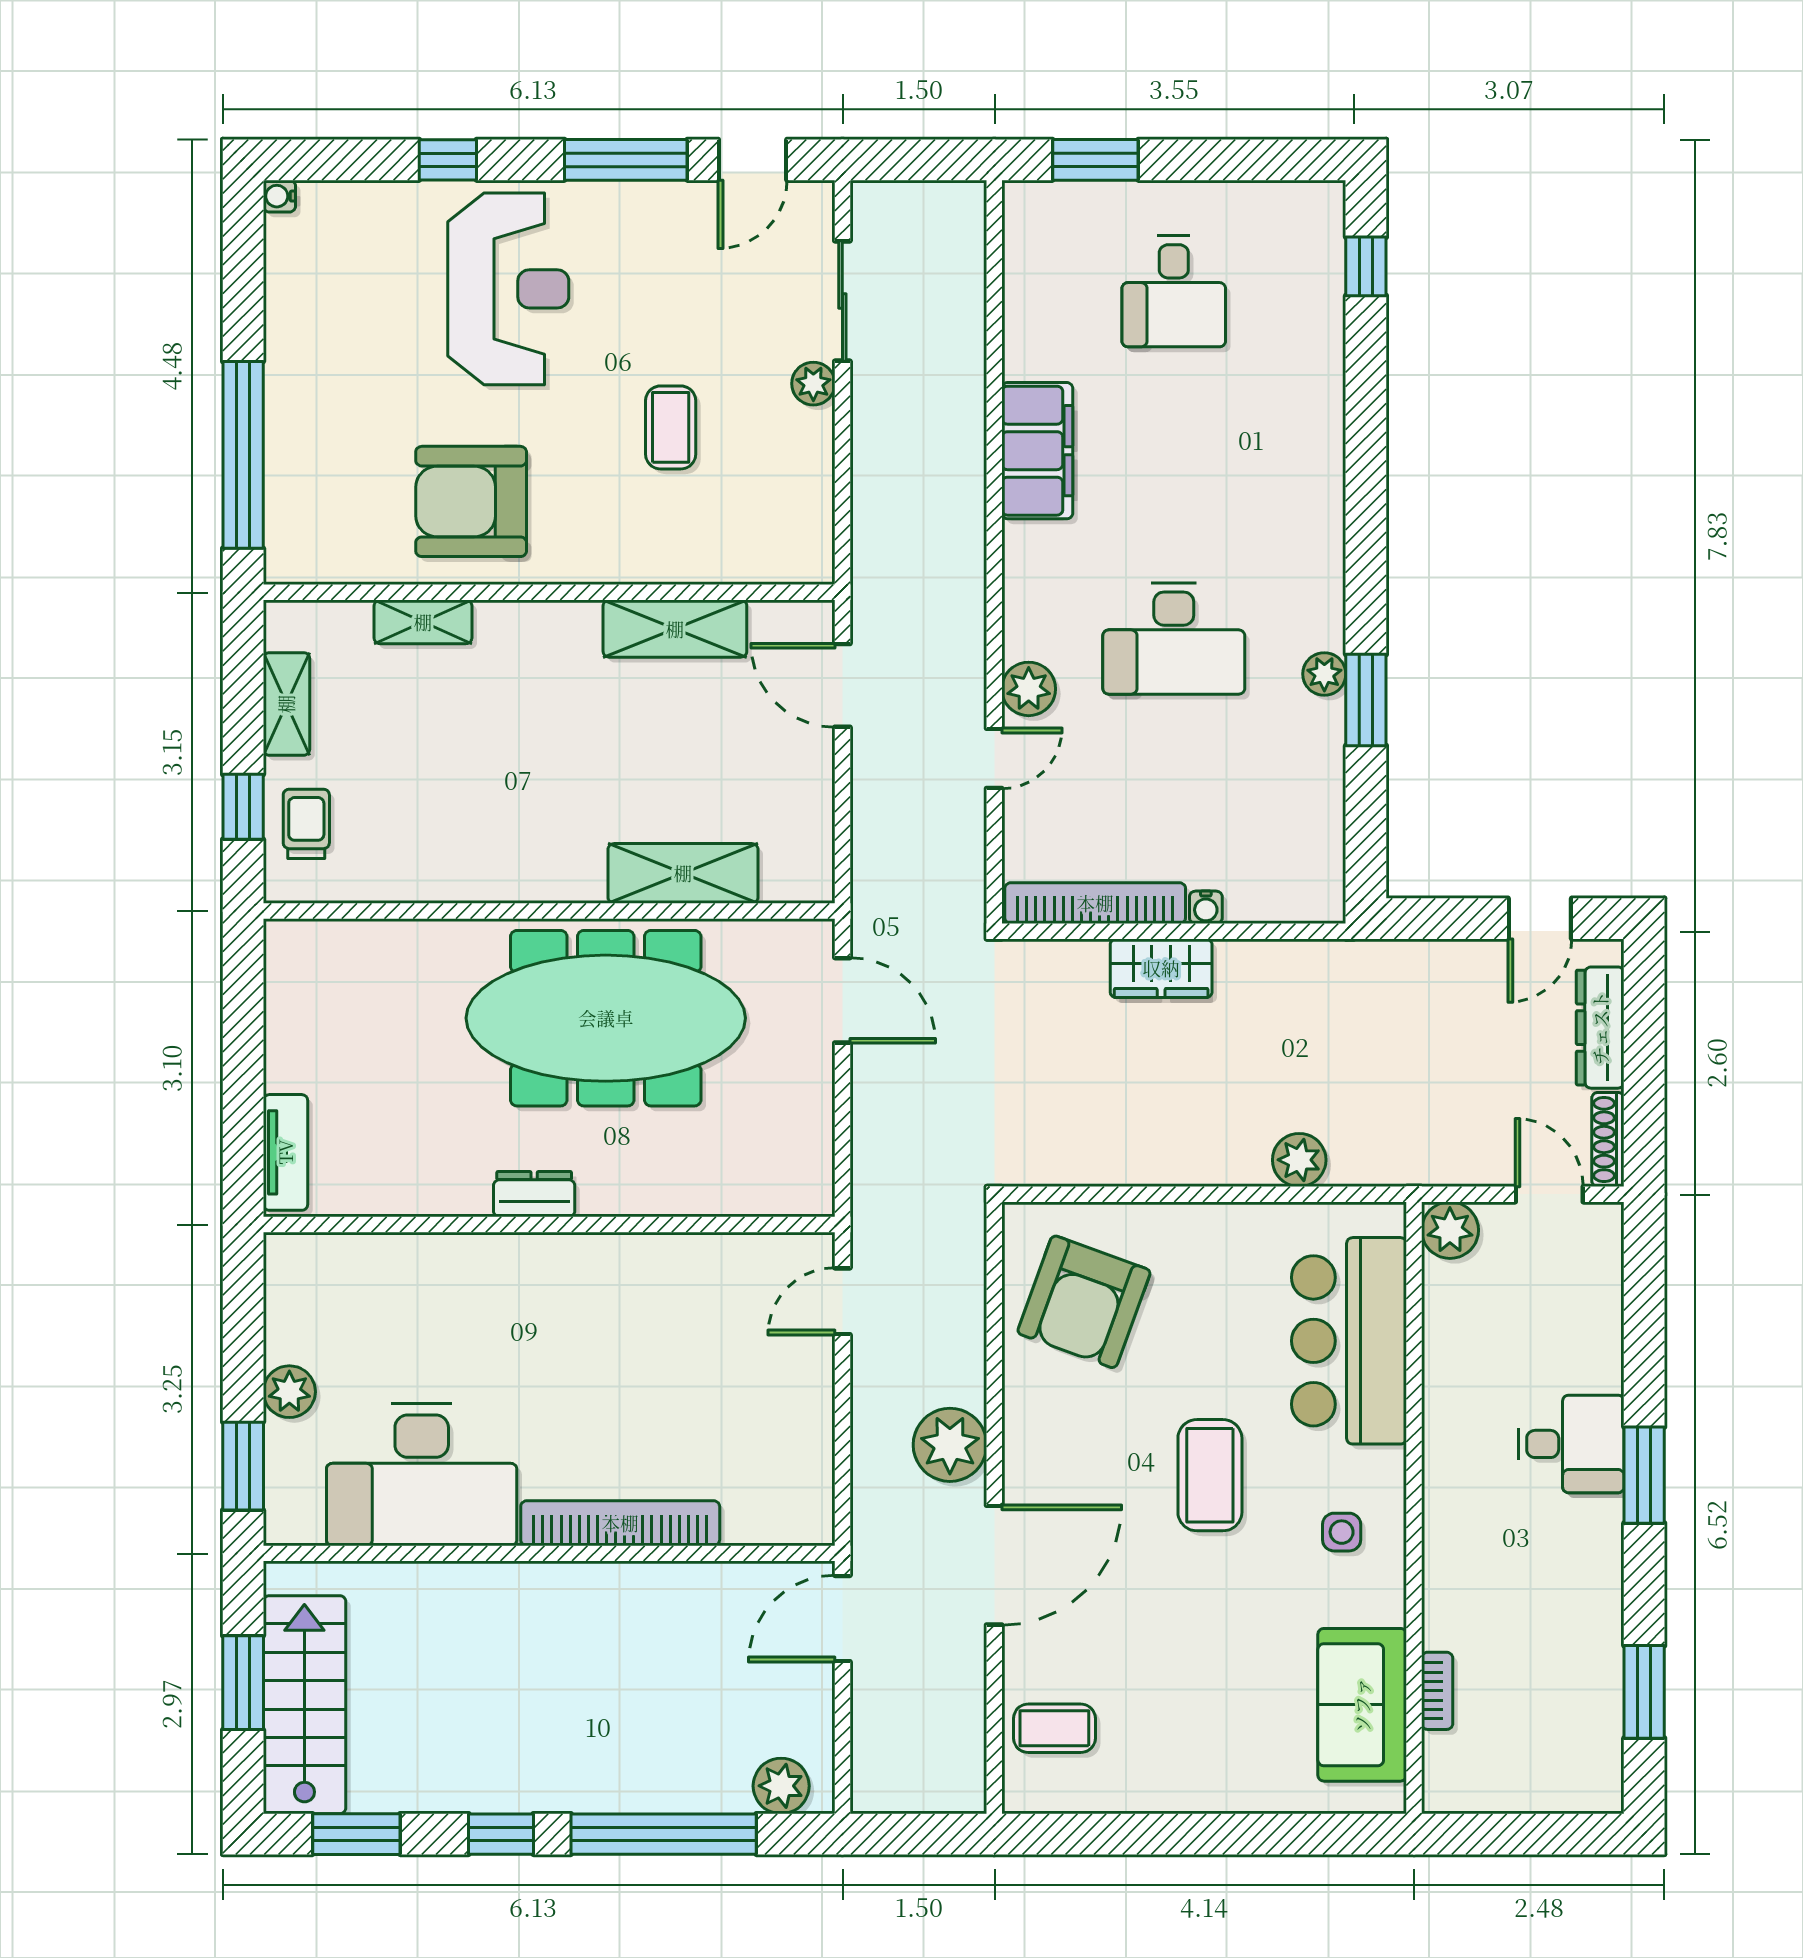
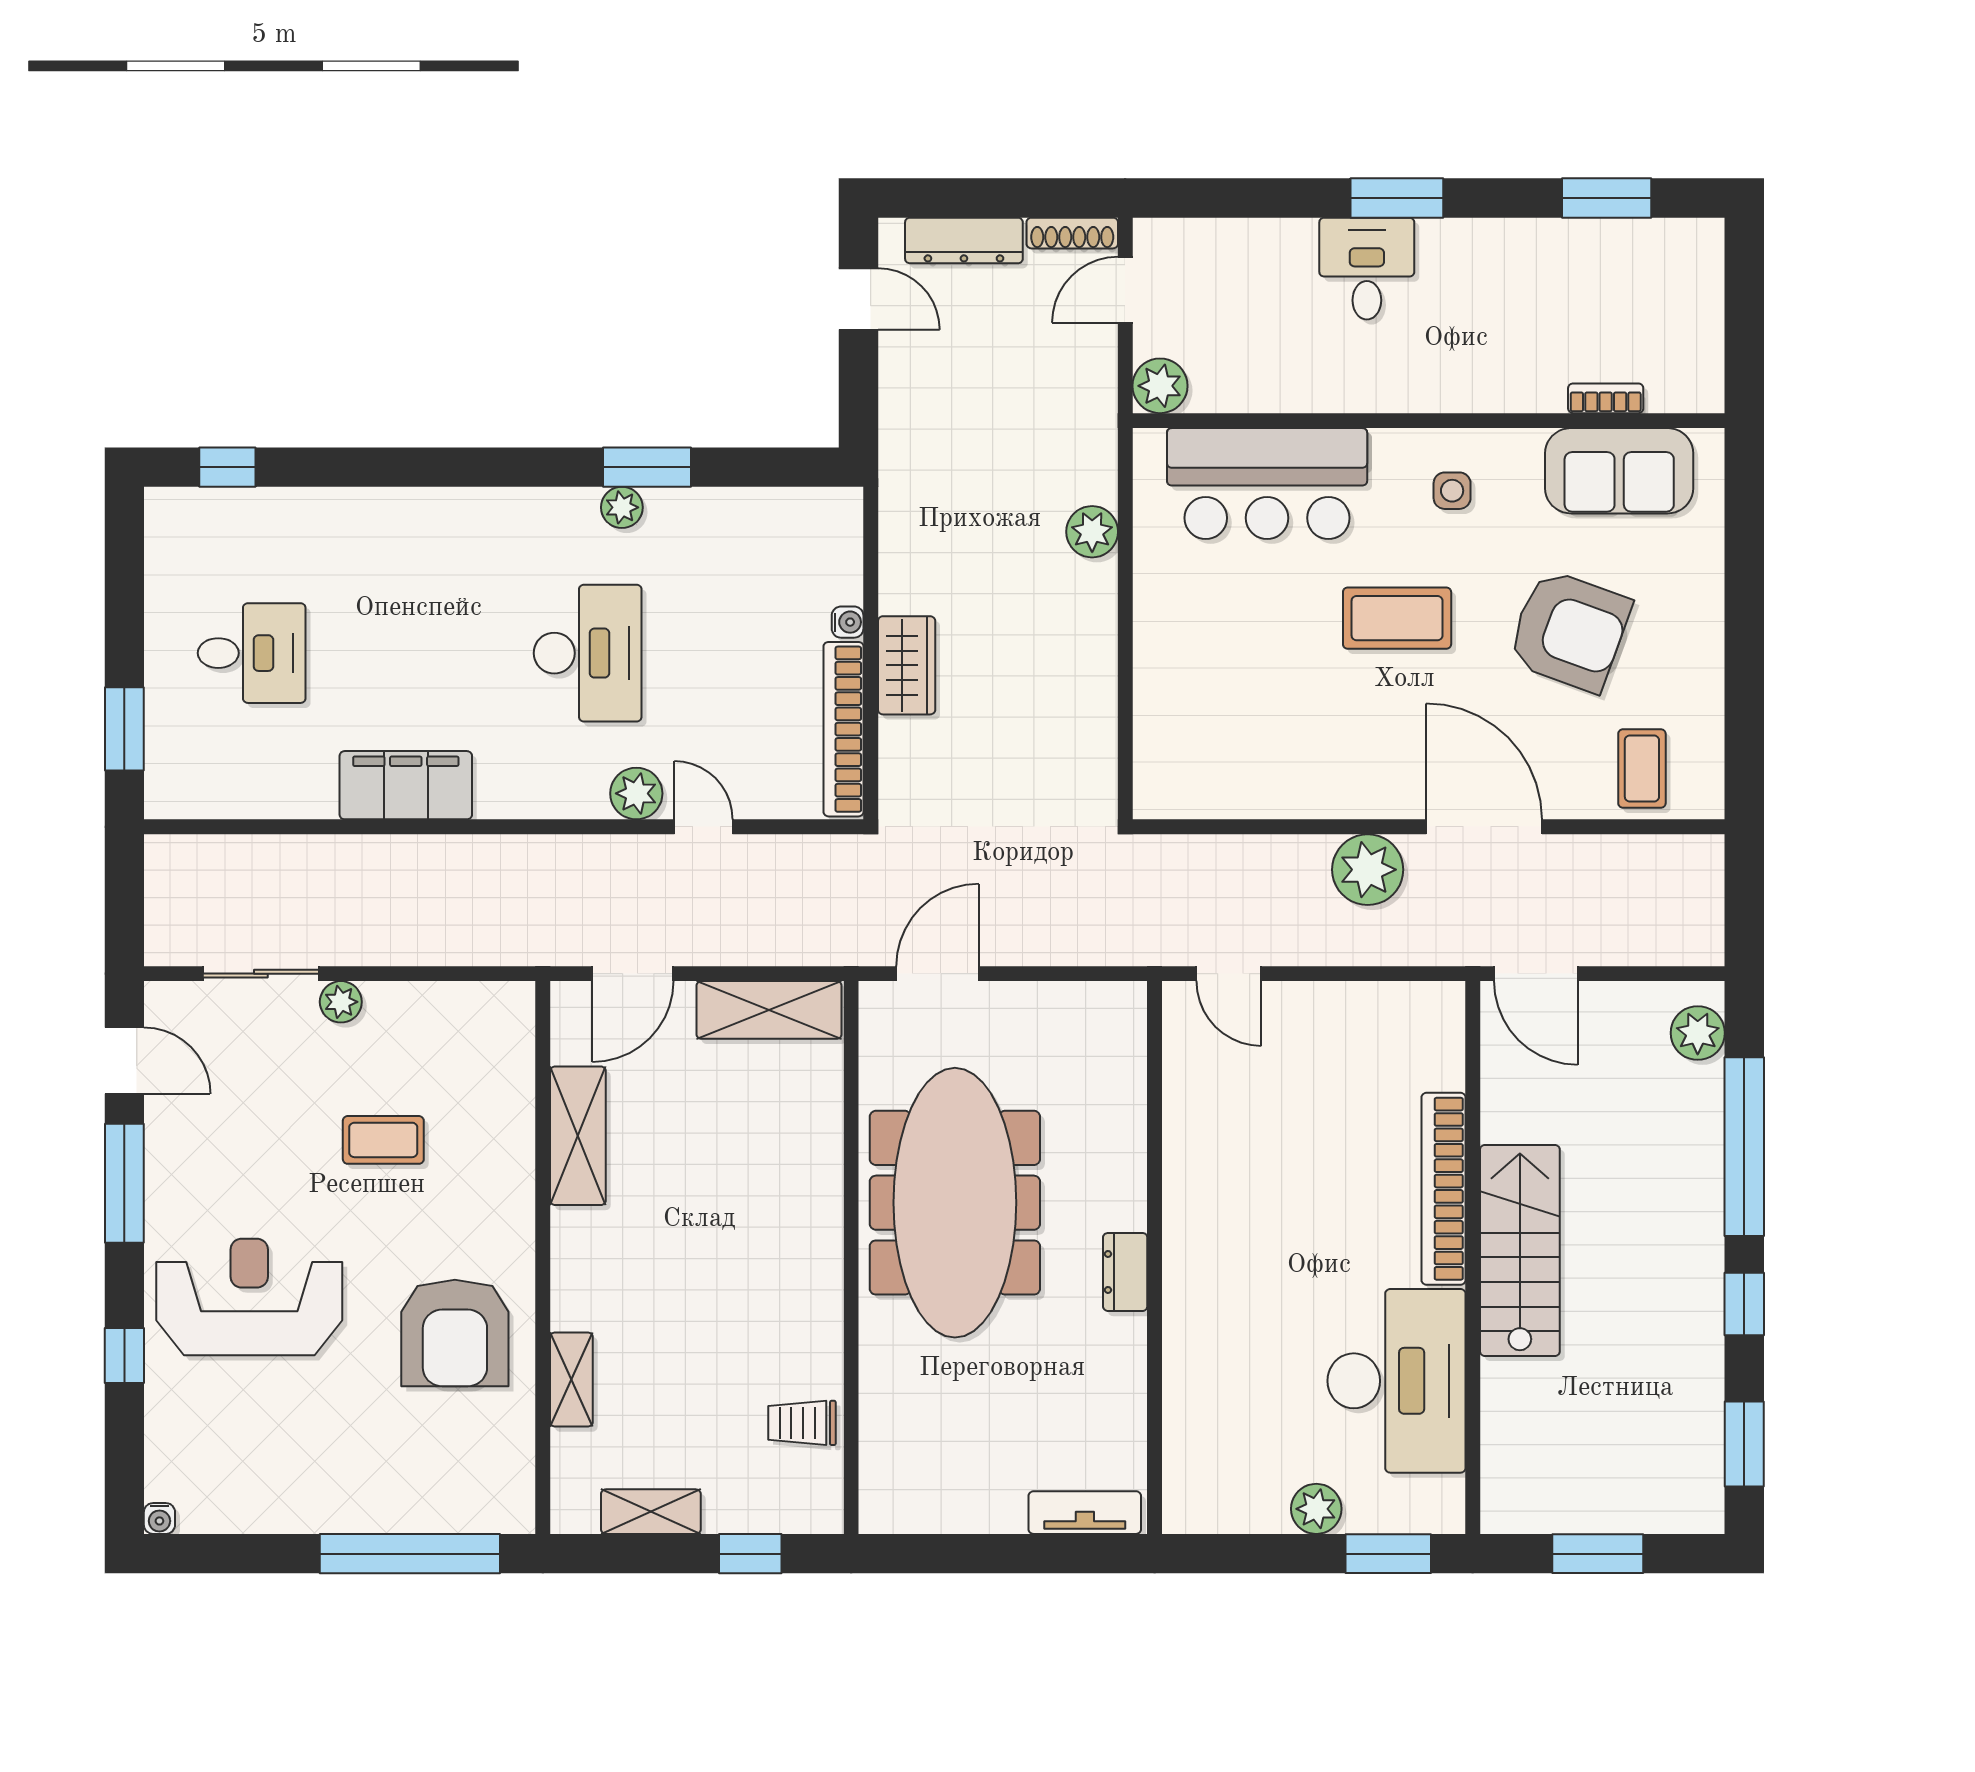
trolley: (306, 824) -> (802, 1423), moved
shelving: (683, 873) -> (769, 1010), moved, turned 90
armchair: (1084, 1302) -> (1569, 631), moved
stairs: (304, 1705) -> (1520, 1250), moved, turned 90

